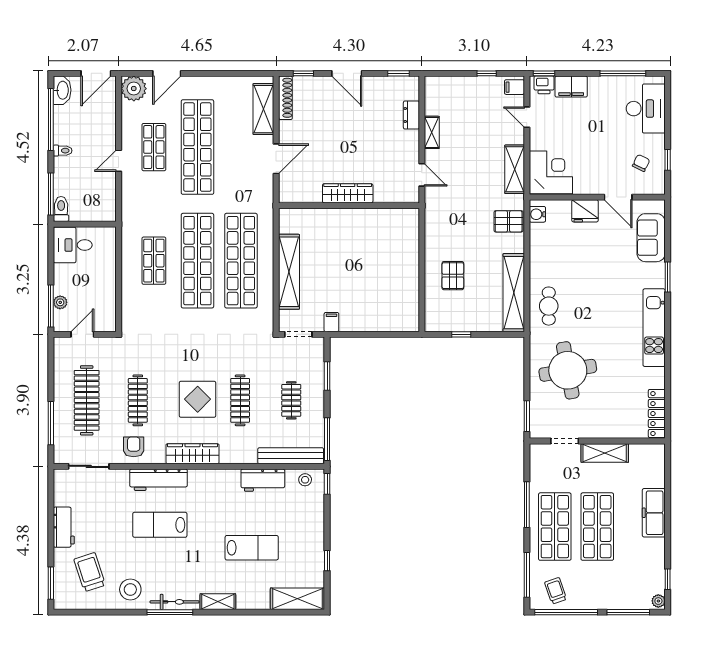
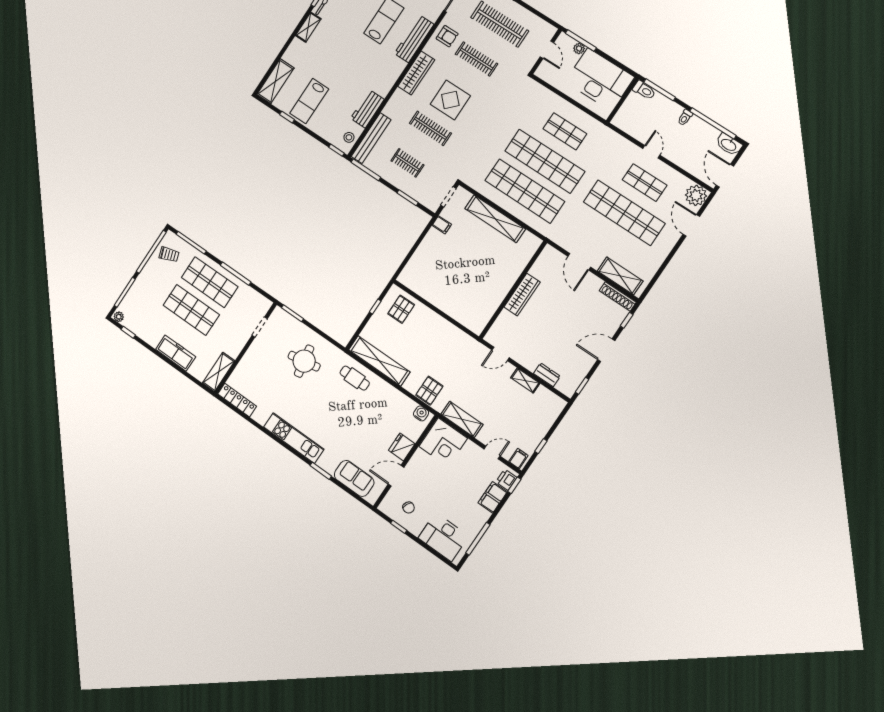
desk: (73, 245) -> (600, 79), width x1.87, depth x1.30
pallet: (453, 276) -> (401, 309), moved, turned 90
round table: (568, 370) -> (304, 361), width x0.73, depth x0.73
shelving: (605, 453) -> (219, 372), moved
lab bench: (252, 548) -> (309, 101), moved

